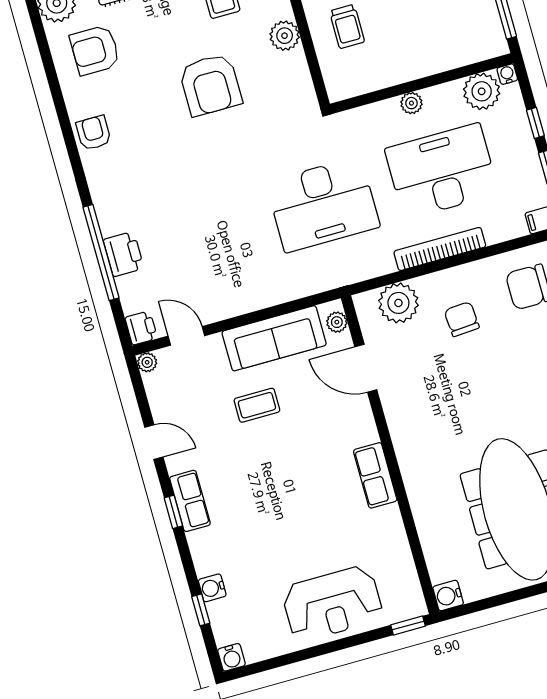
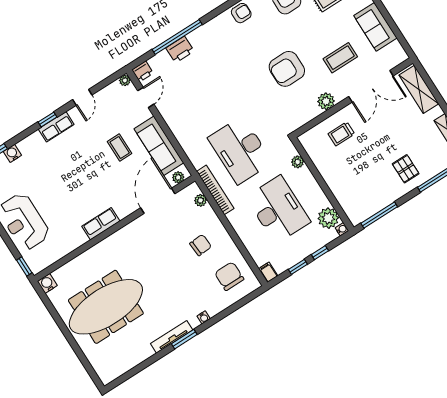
plant: (411, 103) -> (298, 162), moved
bookcase: (440, 249) -> (215, 190), moved
plant: (398, 303) -> (201, 200), width x0.53, depth x0.53
door: (366, 368) -> (158, 201), width x1.36

